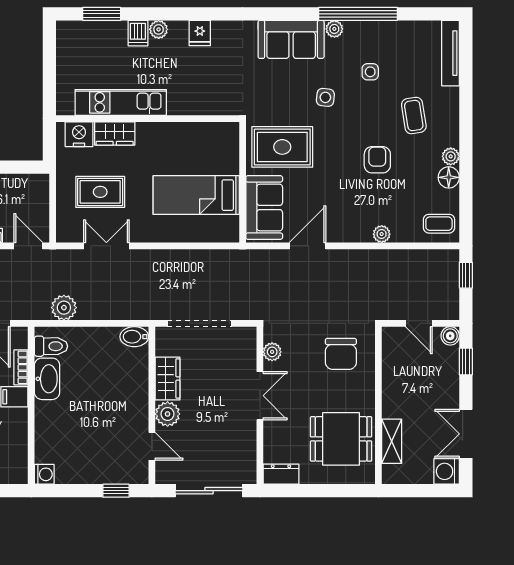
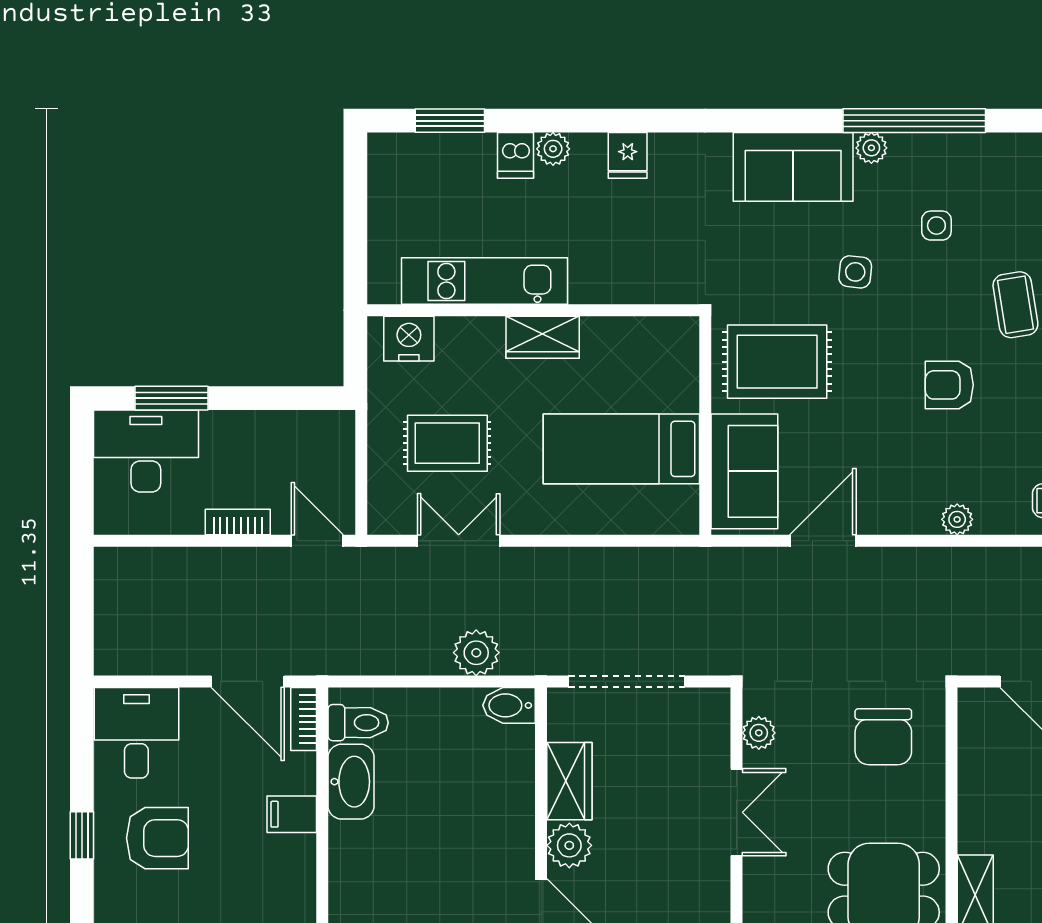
wardrobe: (115, 133) -> (543, 337), moved
armchair: (377, 160) -> (949, 385), turned -90
plant: (64, 308) -> (476, 653), moved
bookcase: (21, 367) -> (304, 719), moved

